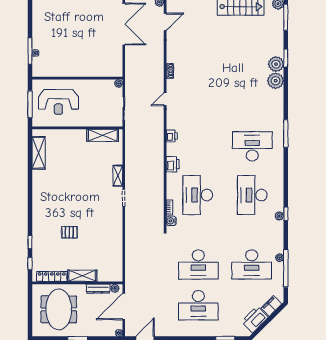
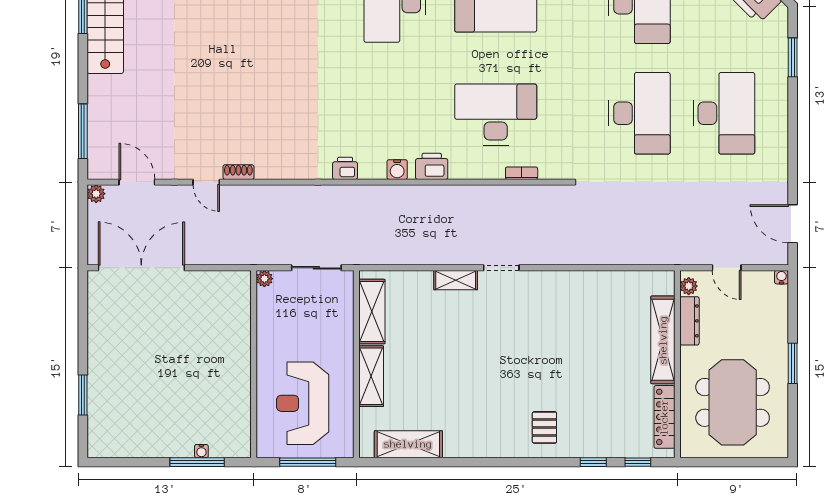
door: (165, 99) -> (206, 182), moved
reception desk: (58, 102) -> (303, 403), turned 180
shelving: (71, 135) -> (371, 376), added
printer: (172, 136) -> (345, 168), moved
desk: (198, 195) -> (496, 114), turned 180
water cooler: (171, 221) -> (397, 170), moved
pallet: (69, 232) -> (544, 427), moved
shelving: (82, 276) -> (663, 340), width x1.47
door: (124, 307) -> (727, 268), width x0.53
meeting table: (59, 309) -> (733, 402), turned 90

